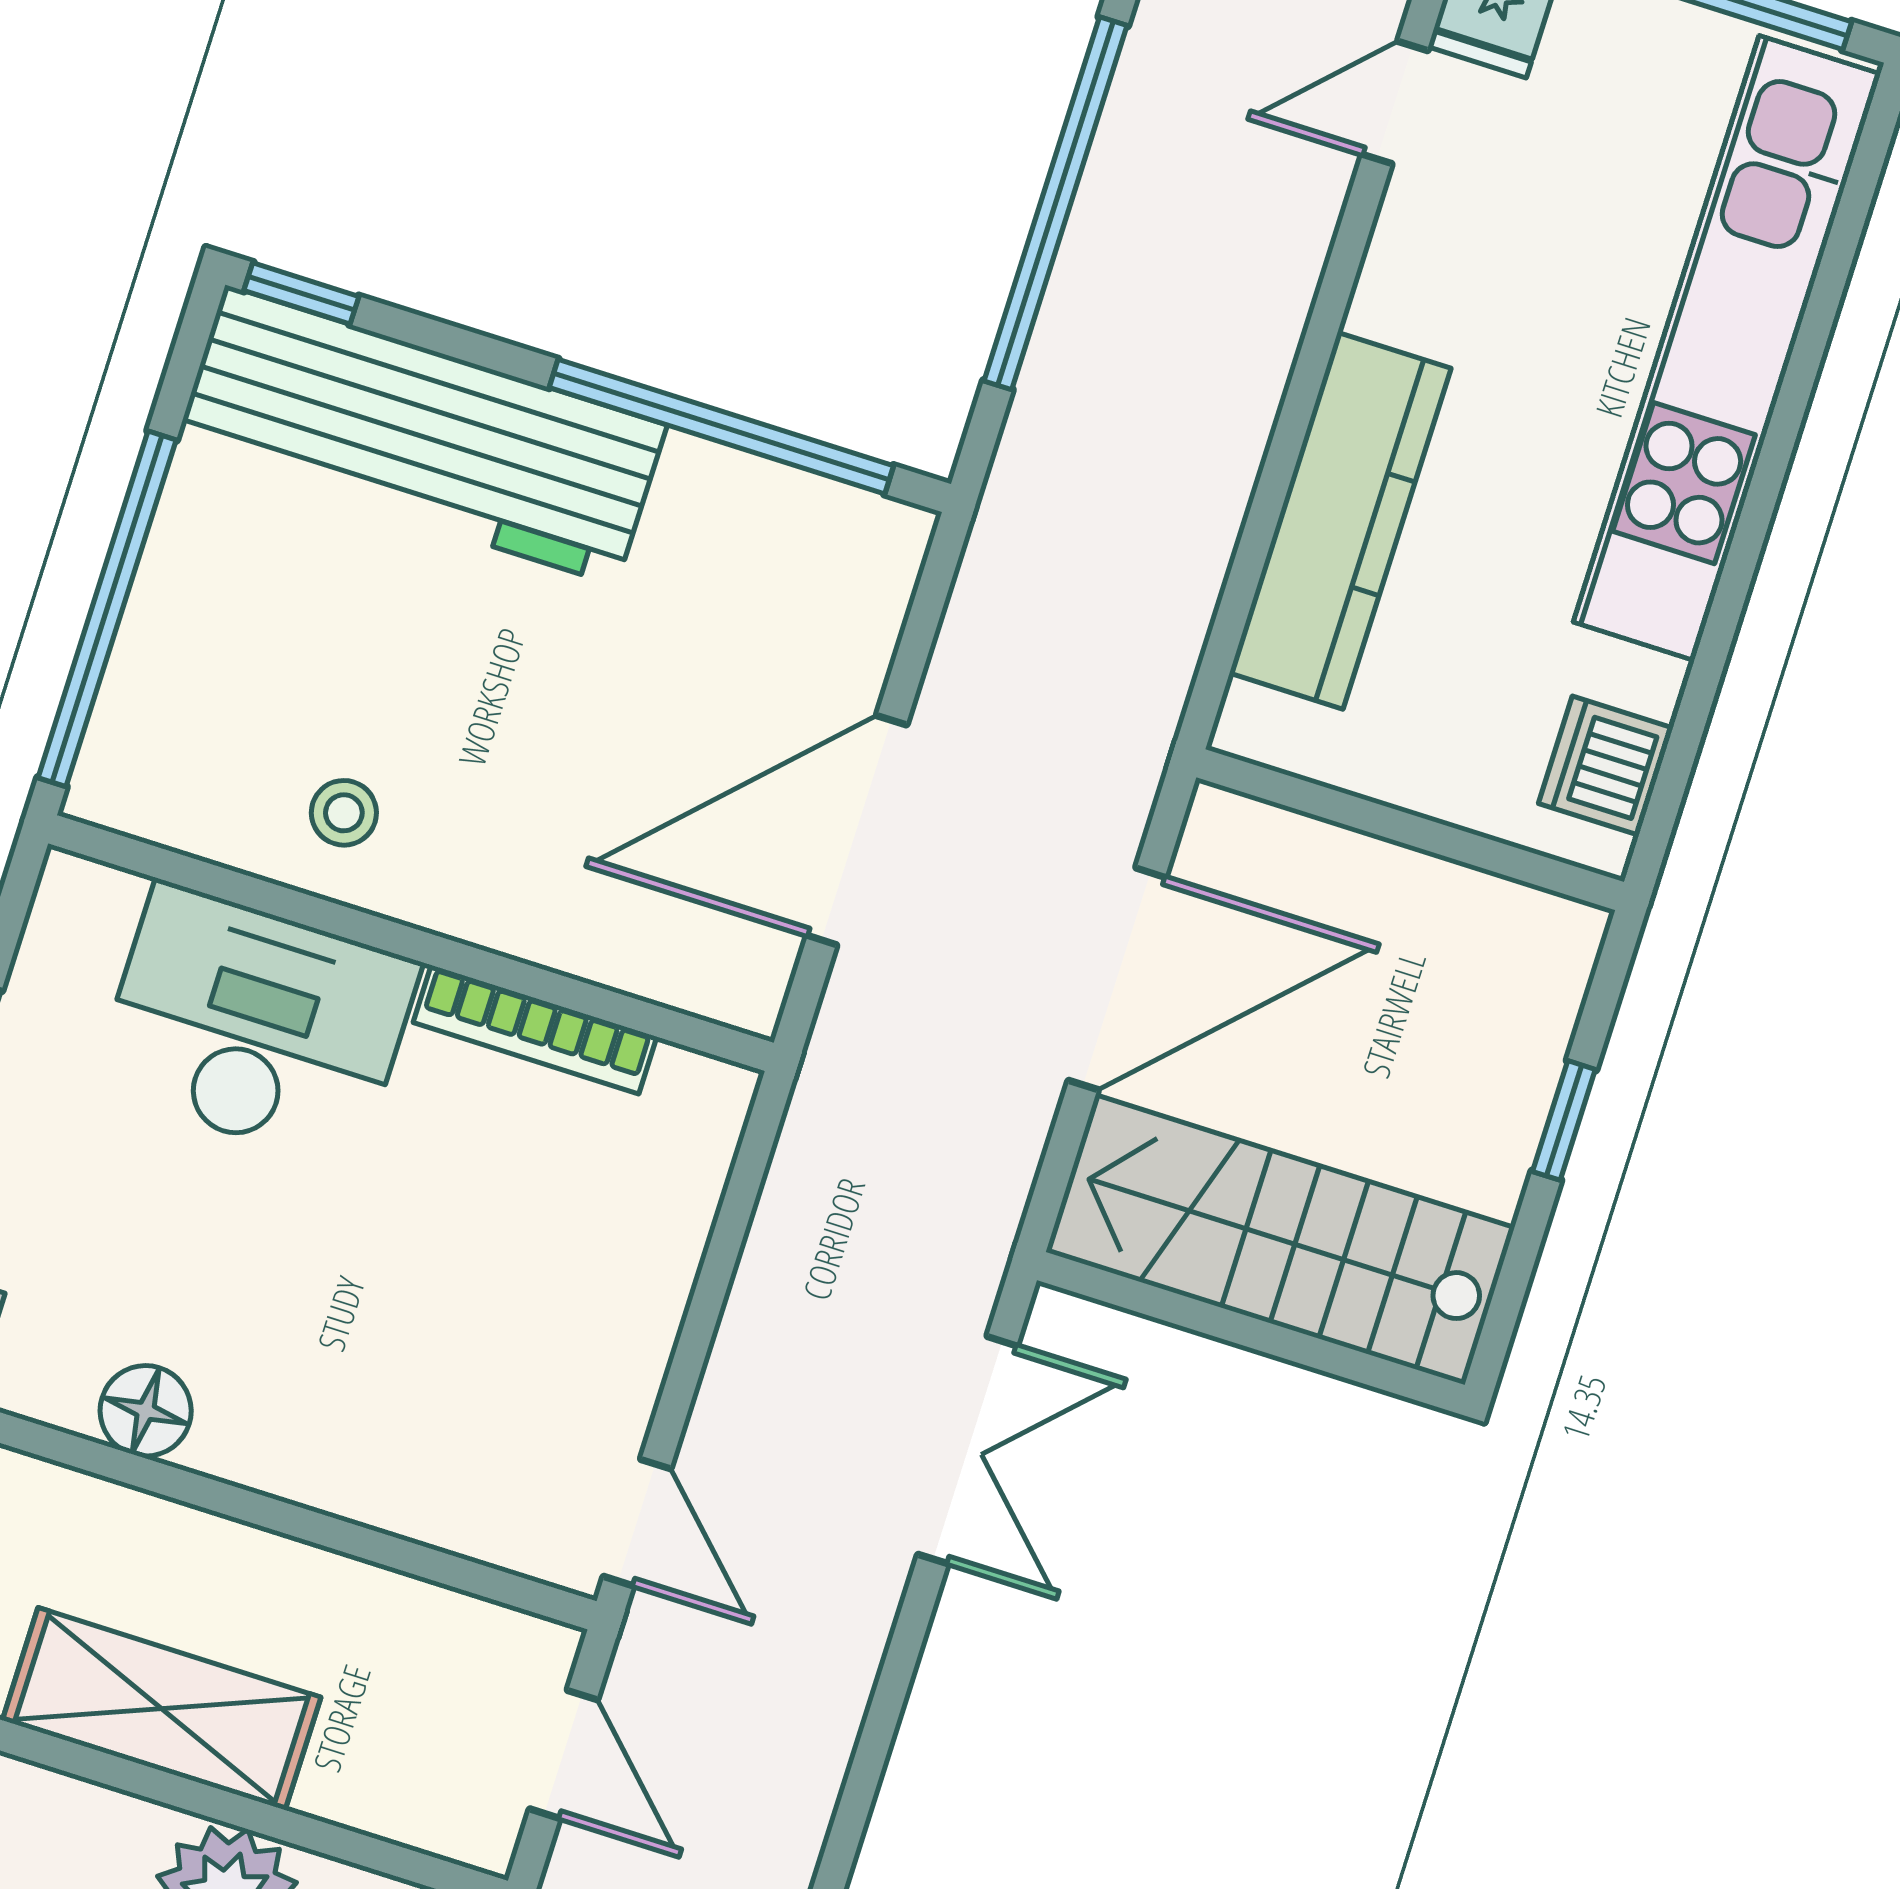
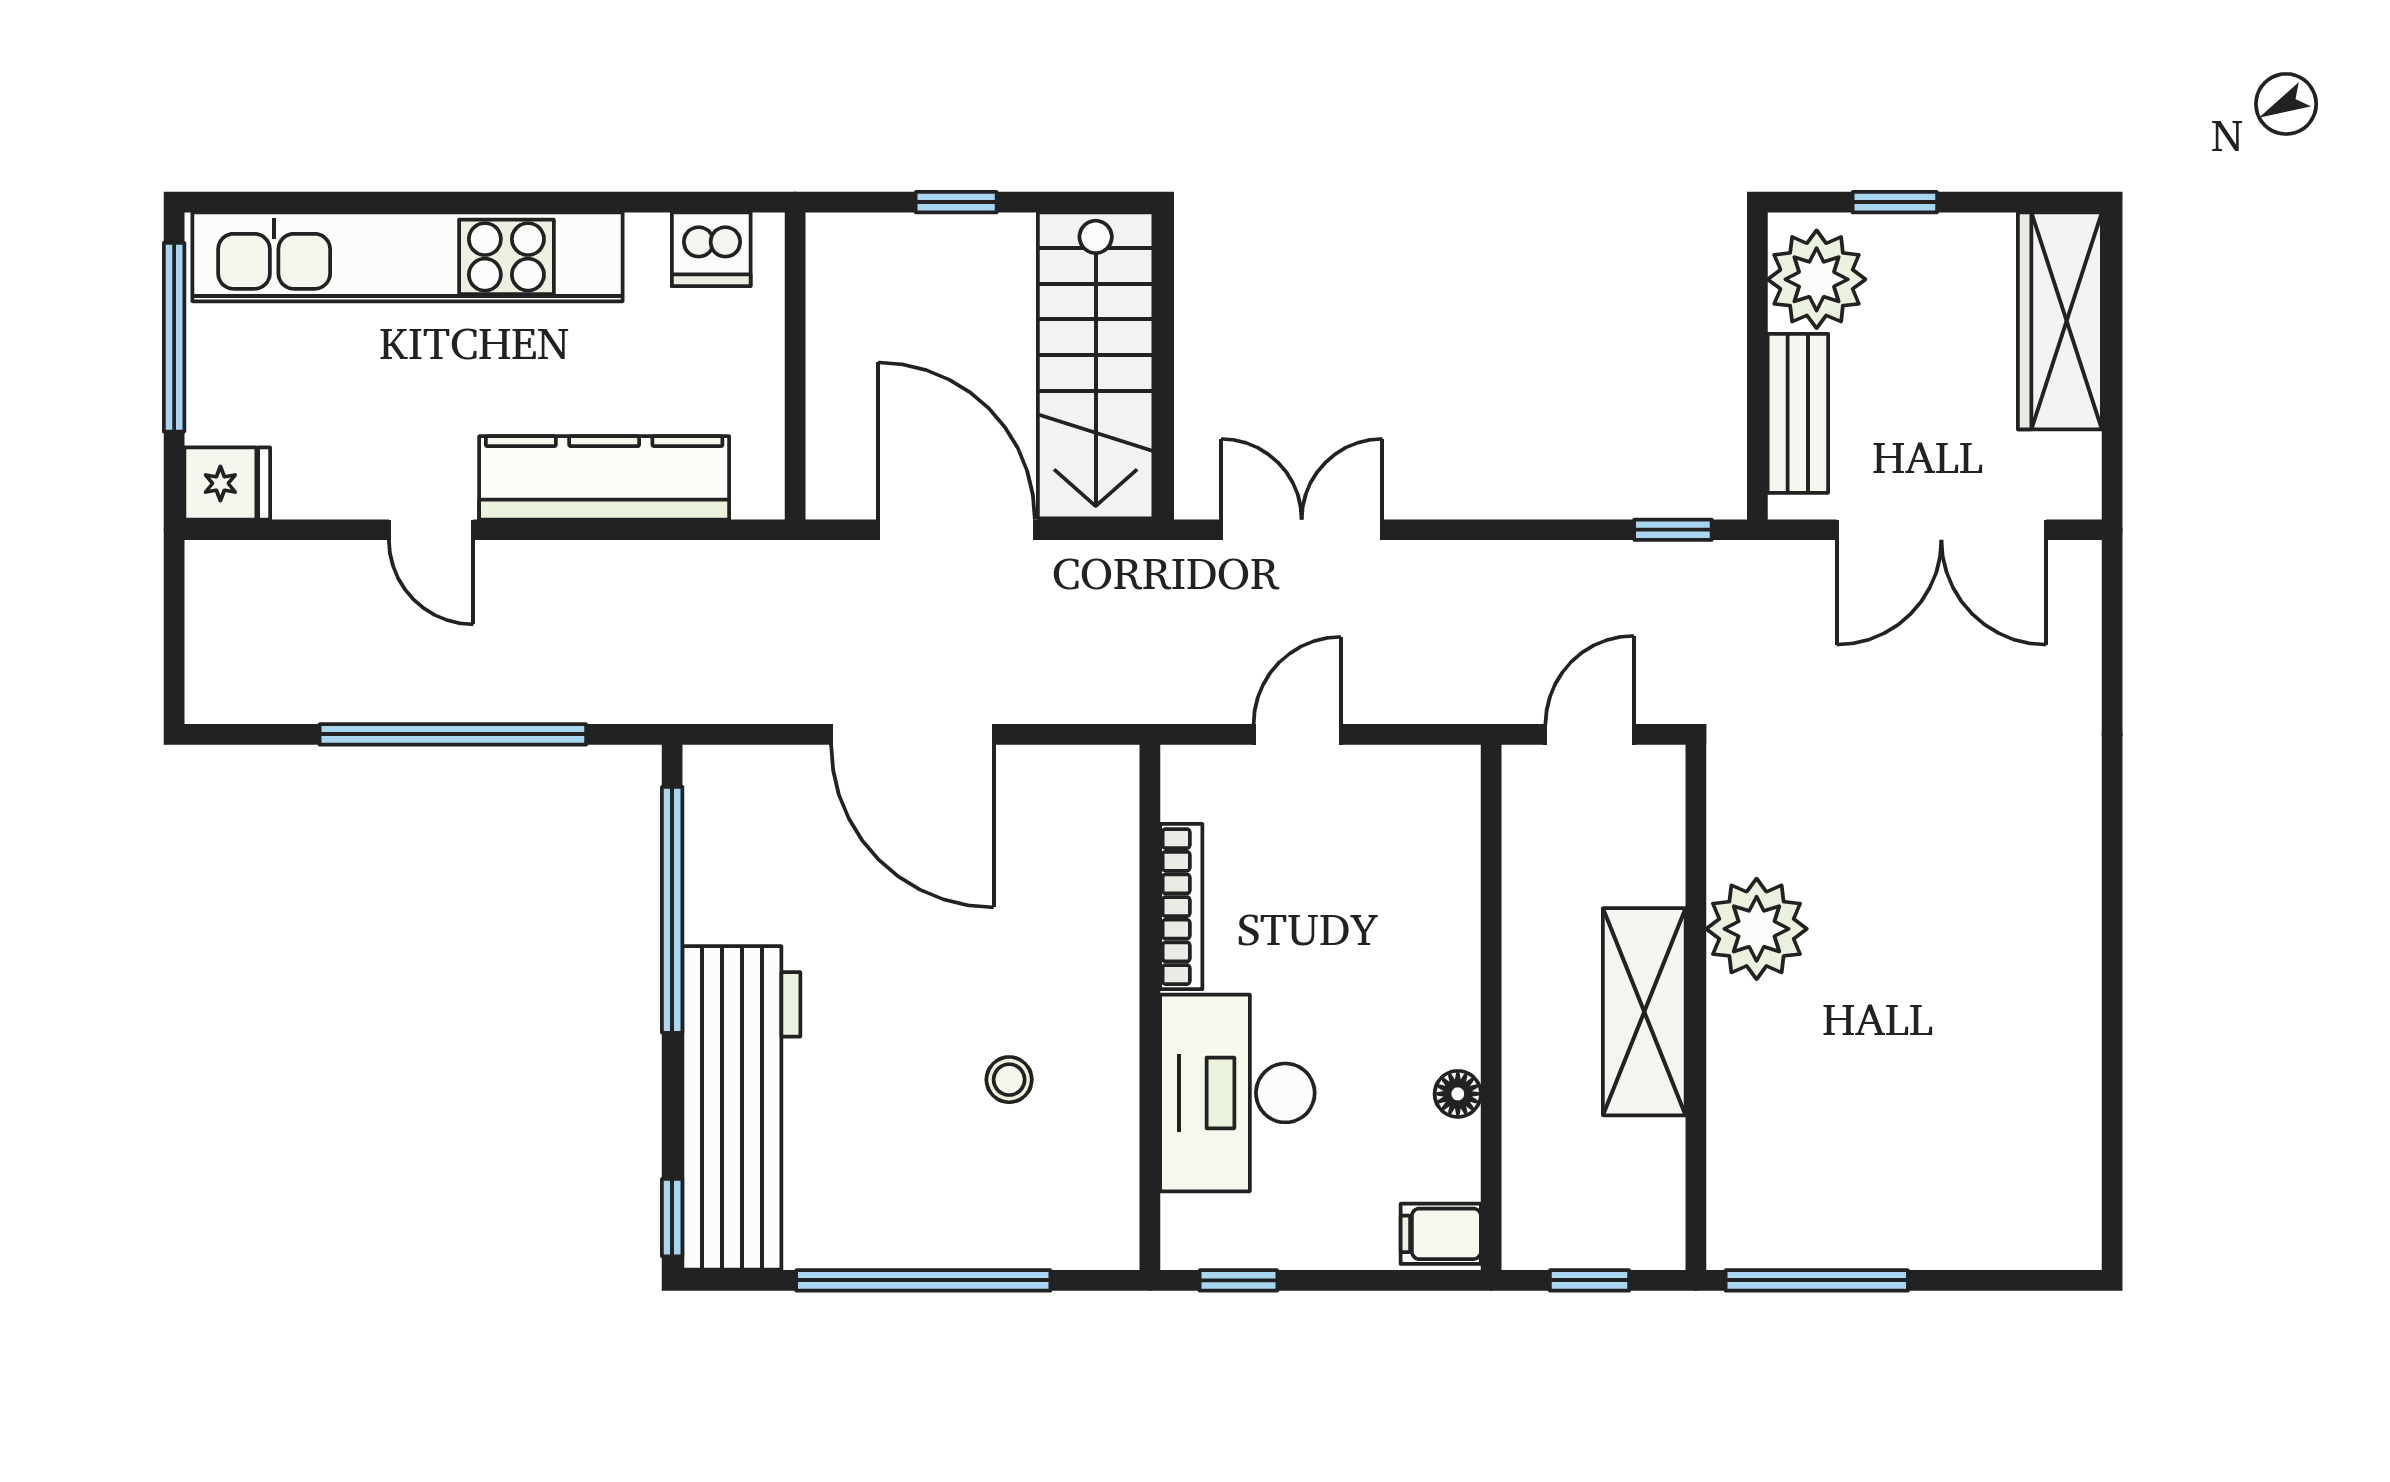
door: (1395, 103) -> (431, 530), moved
wall: (411, 943) -> (1150, 1007), moved
desk: (256, 1025) -> (1237, 1093), moved
bookcase: (535, 1030) -> (1181, 907), moved
floor lamp: (146, 1411) -> (1458, 1094), width x0.73, depth x0.73
door: (637, 1523) -> (1297, 734), moved

